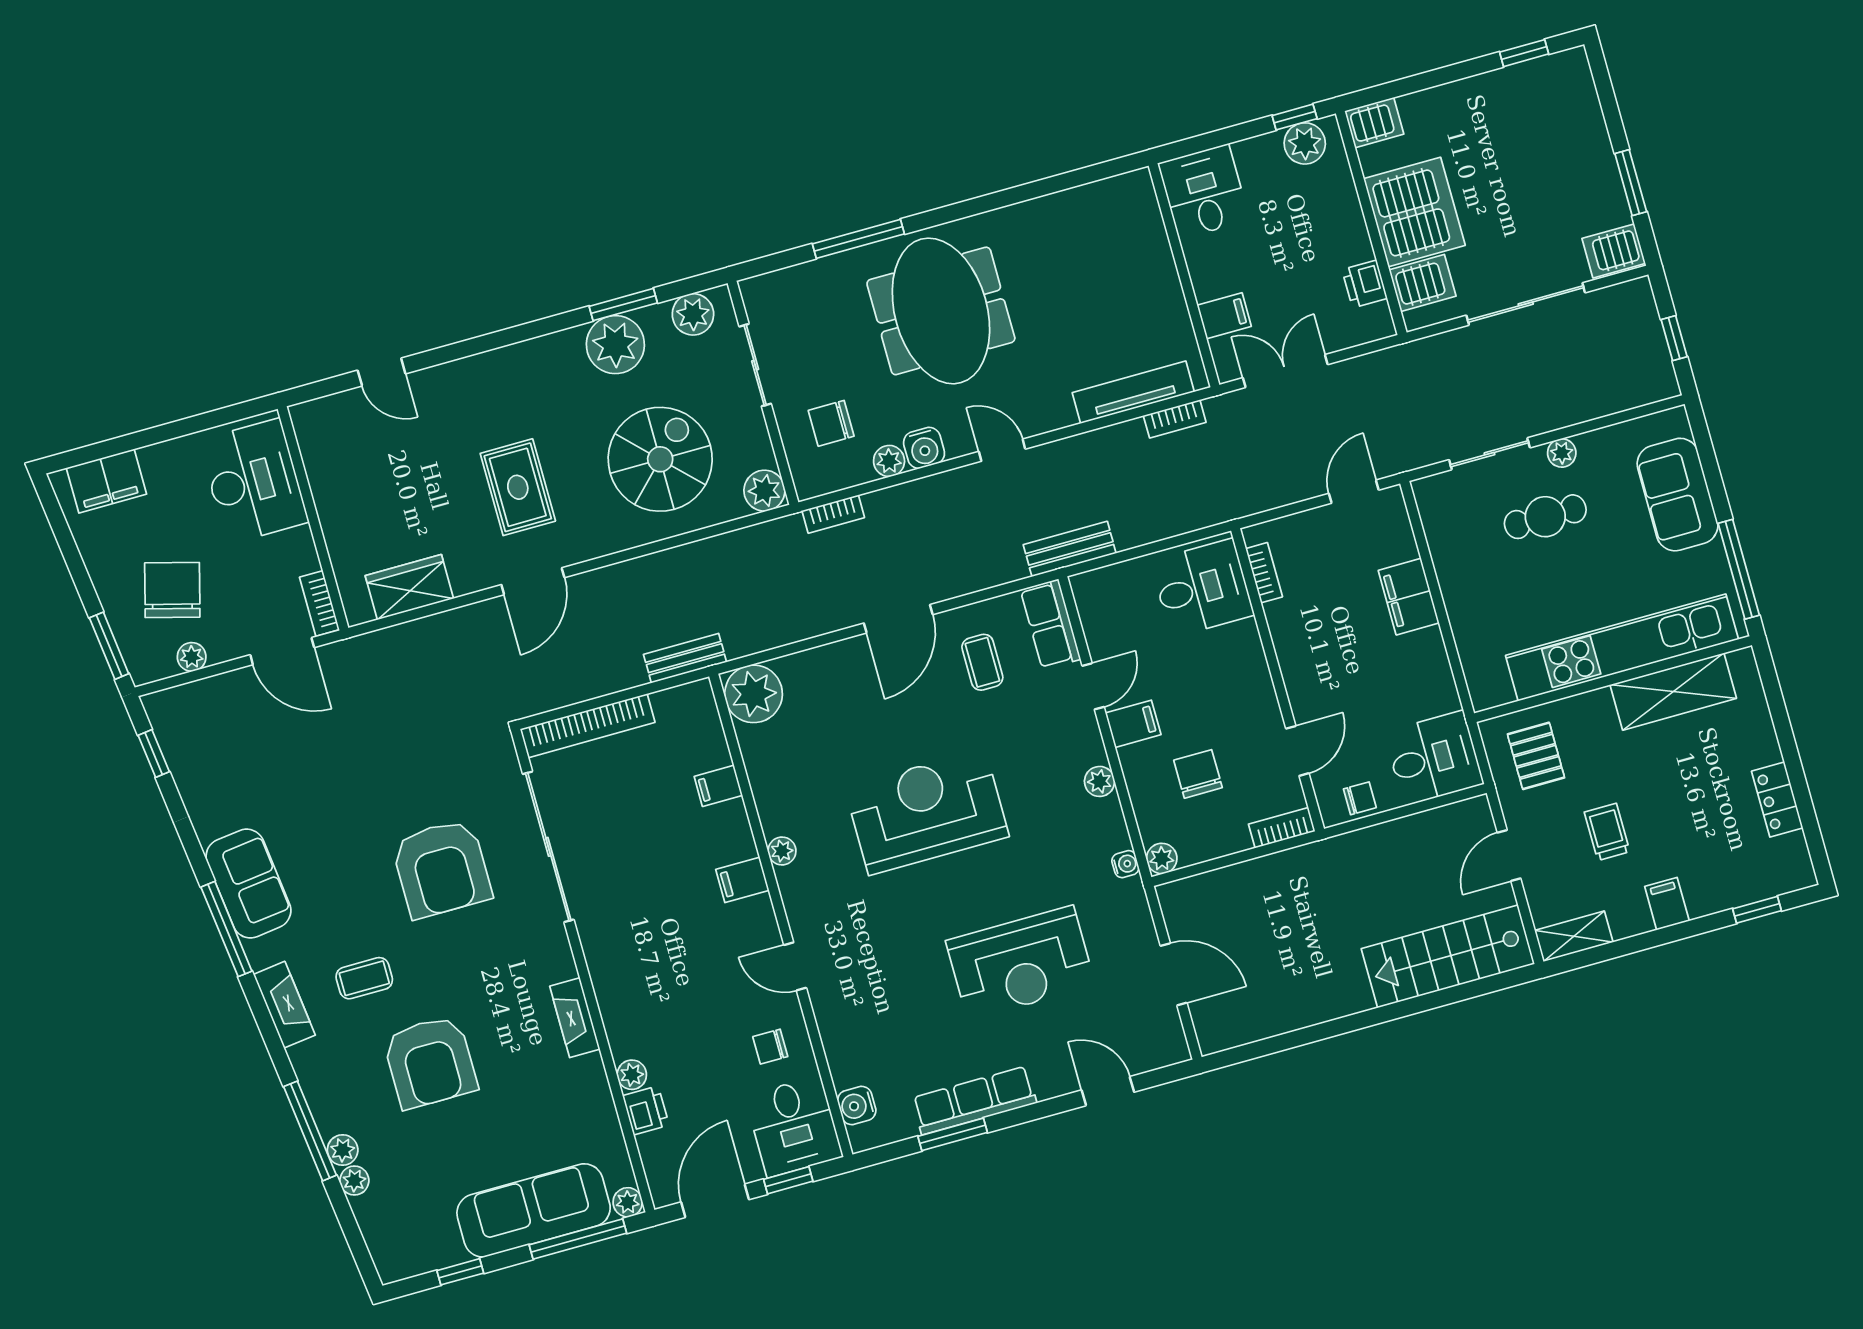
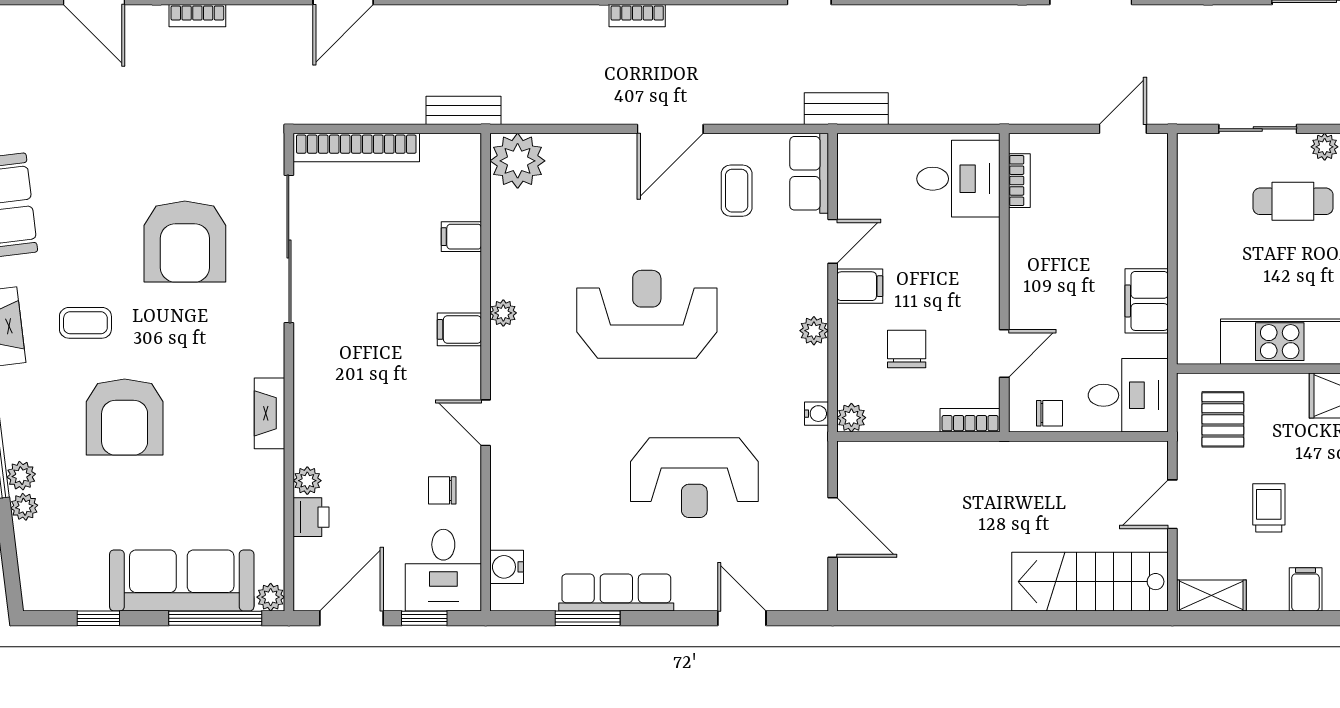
bookcase: (1175, 419) -> (197, 16), moved
filing cabinet: (1409, 597) -> (1147, 301), moved

